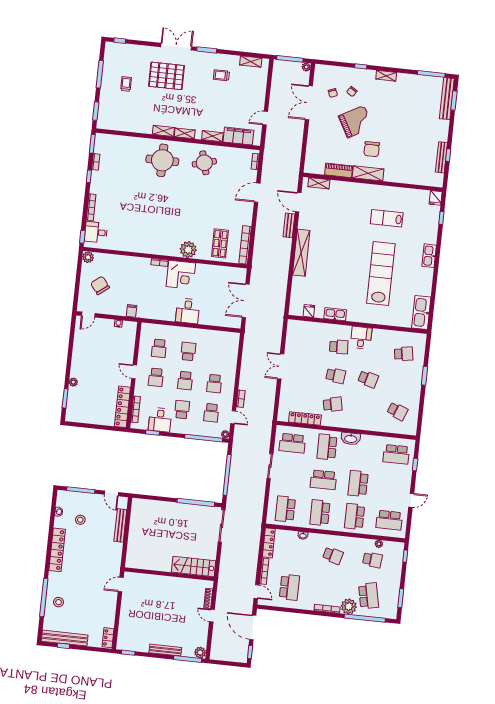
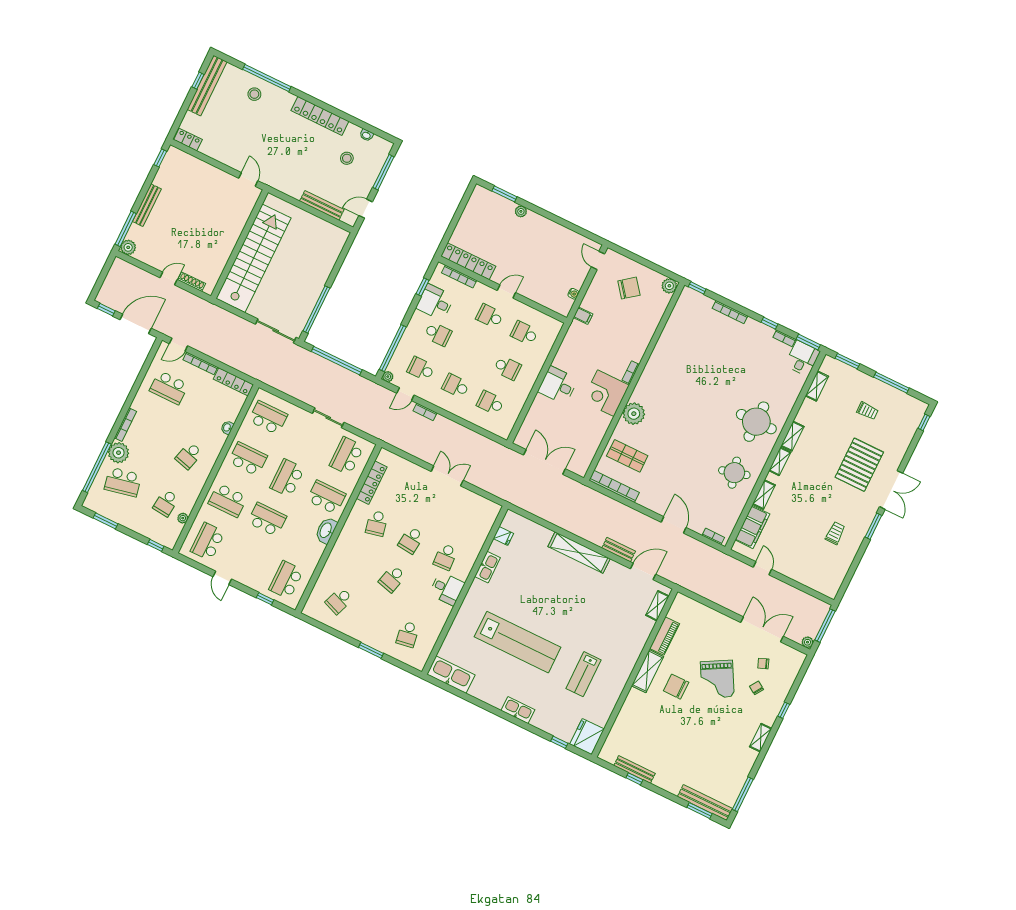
shelving: (251, 62) -> (817, 386), moved
fridge: (436, 198) -> (587, 737), width x1.88, depth x1.34
lab bench: (387, 218) -> (583, 674), turned 180
desk: (96, 232) -> (802, 358), moved
school desk: (185, 381) -> (490, 403), moved
school desk: (355, 516) -> (228, 500), turned 180
stairs: (194, 566) -> (254, 258), width x1.86, depth x1.51

